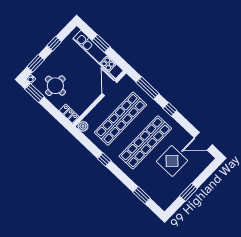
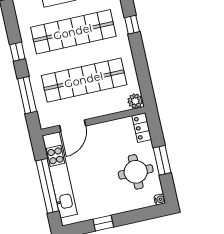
window: (101, 43) -> (47, 186), width x2.11
window: (36, 63) -> (141, 215), removed
window: (35, 93) -> (162, 160), moved
window: (104, 160) -> (132, 25), moved

